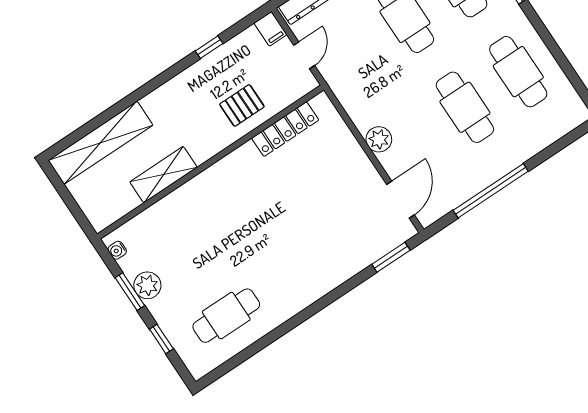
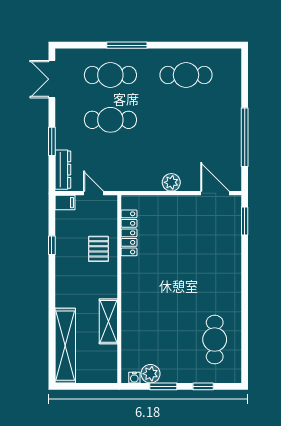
cafe table: (465, 107) -> (186, 120), removed
plant: (147, 285) -> (150, 374), moved

